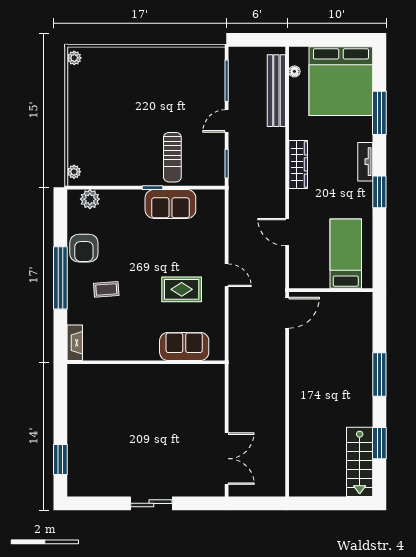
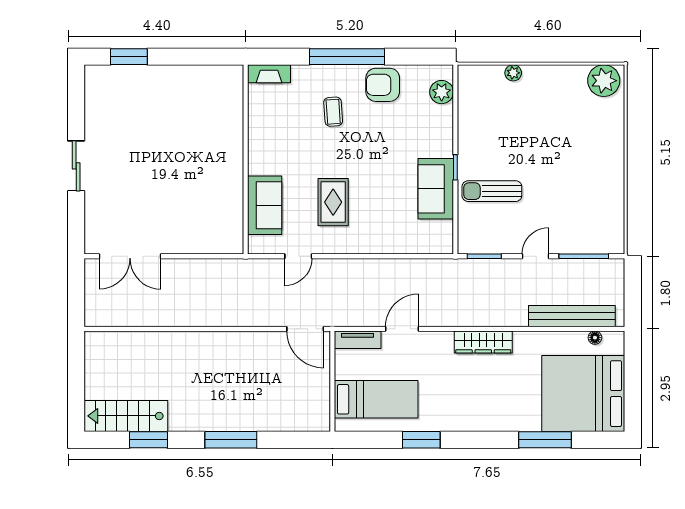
plant: (74, 58) -> (604, 81), width x1.87, depth x1.87
door: (227, 121) -> (535, 256), hinge flipped
tv unit: (365, 162) -> (358, 340), moved, turned 180
plant: (74, 172) -> (513, 73), moved
window: (379, 192) -> (421, 440), moved
door: (227, 275) -> (298, 256), moved

